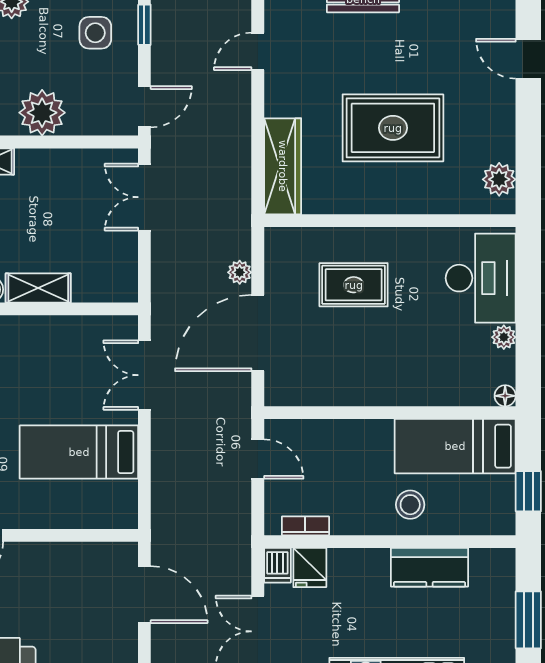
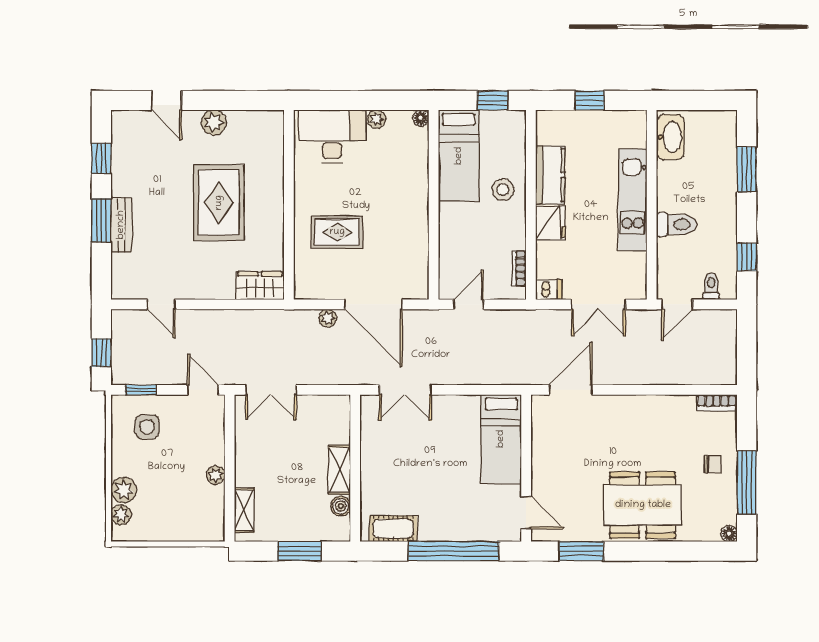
door: (528, 59) -> (167, 100), hinge flipped
plant: (42, 113) -> (216, 475), width x0.53, depth x0.53
wardrobe: (283, 166) -> (260, 286), width x0.67
plant: (499, 179) -> (214, 122), moved
rug: (354, 285) -> (337, 232), turned 90
bed: (79, 452) -> (501, 439), moved
fridge: (310, 568) -> (550, 223), moved, width x1.38
window: (528, 620) -> (590, 100), width x0.67

